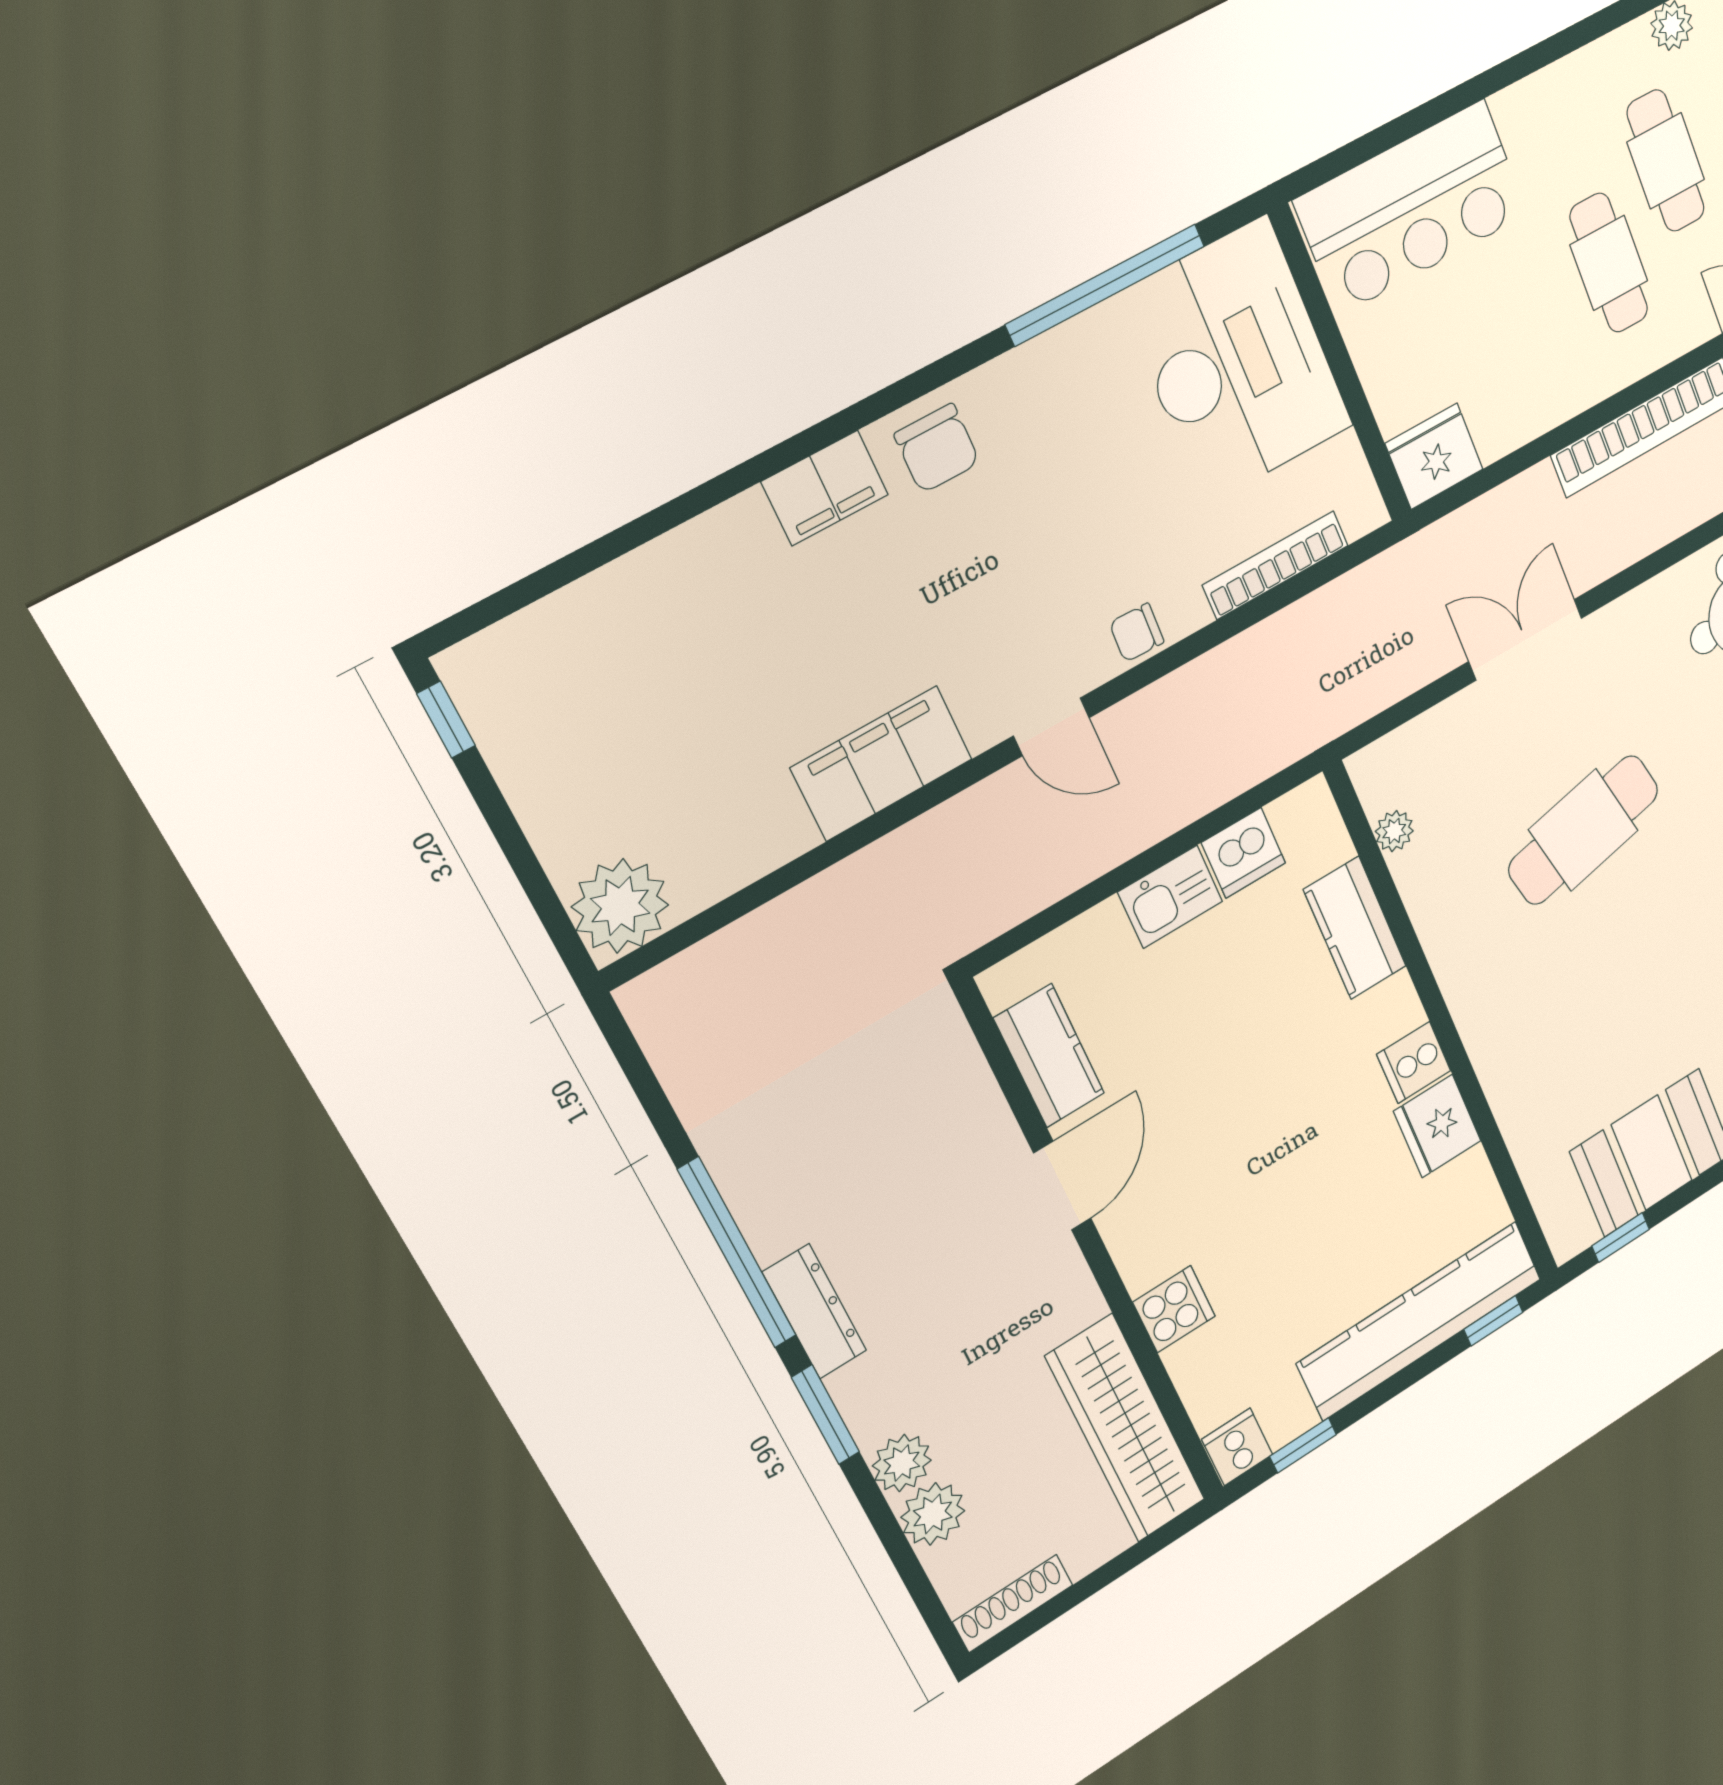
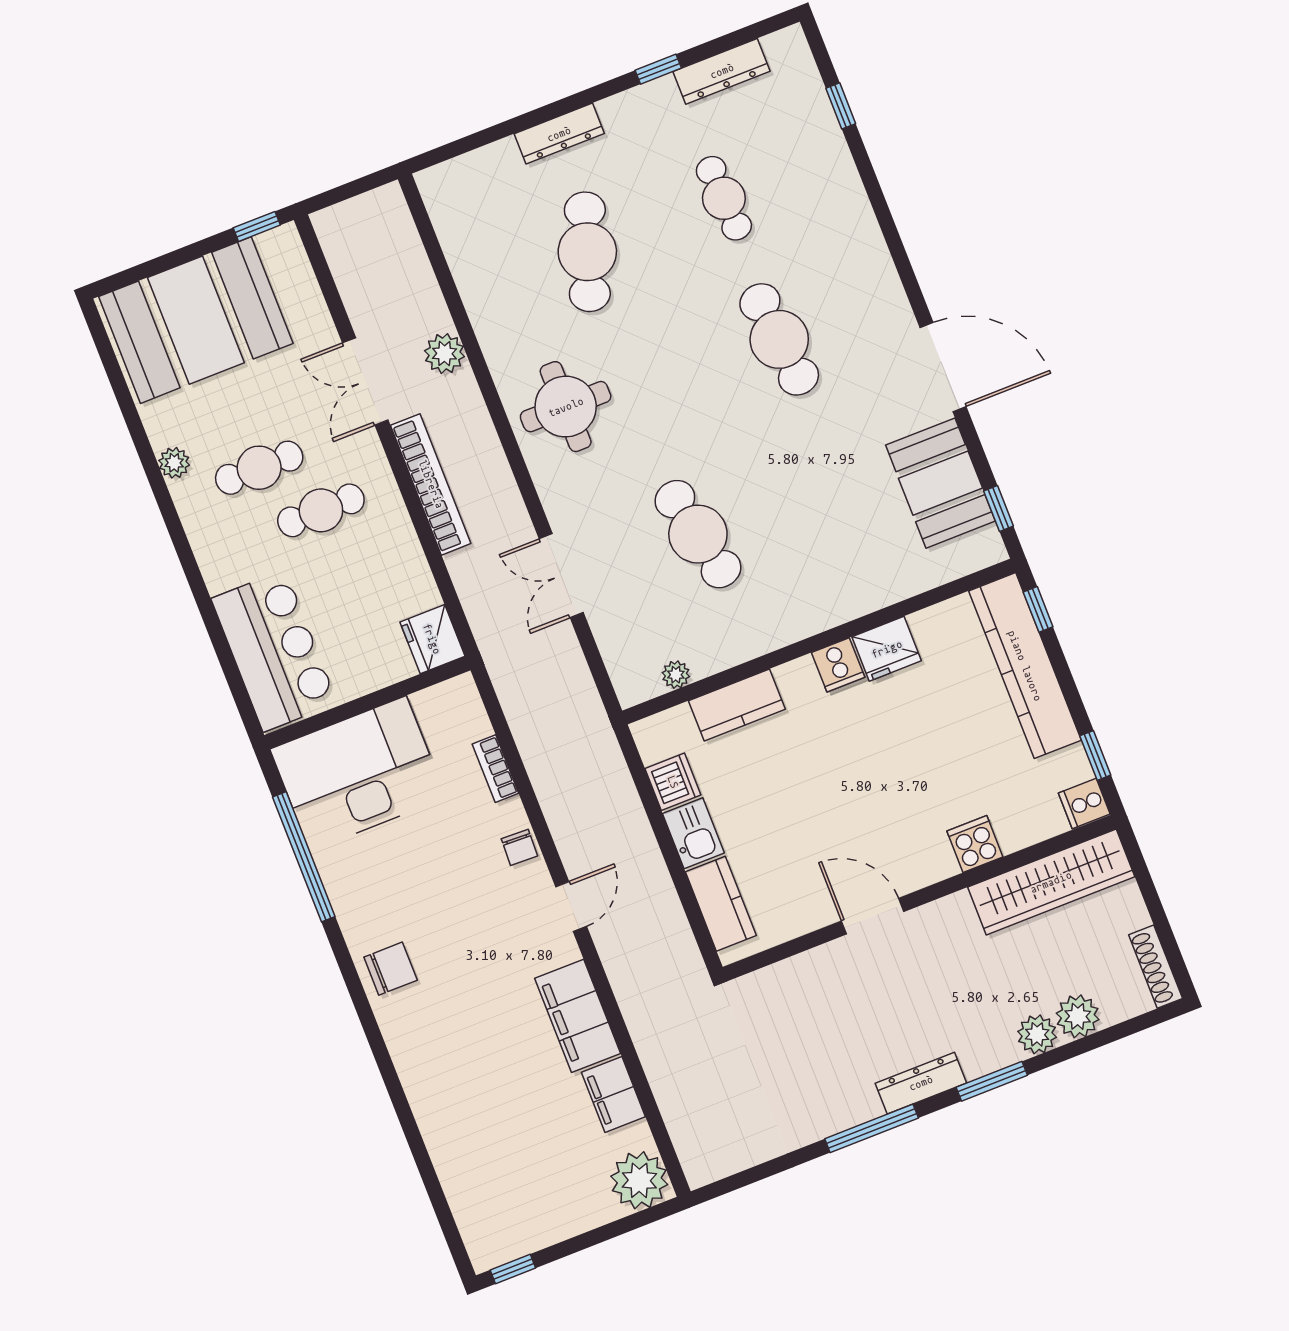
filing cabinet: (825, 488) -> (613, 1094), moved, turned 180
bookcase: (1275, 565) -> (495, 769), width x0.64
kitchen counter: (1049, 1056) -> (721, 904), moved, turned 90
window: (737, 1253) -> (872, 1128), width x0.68

